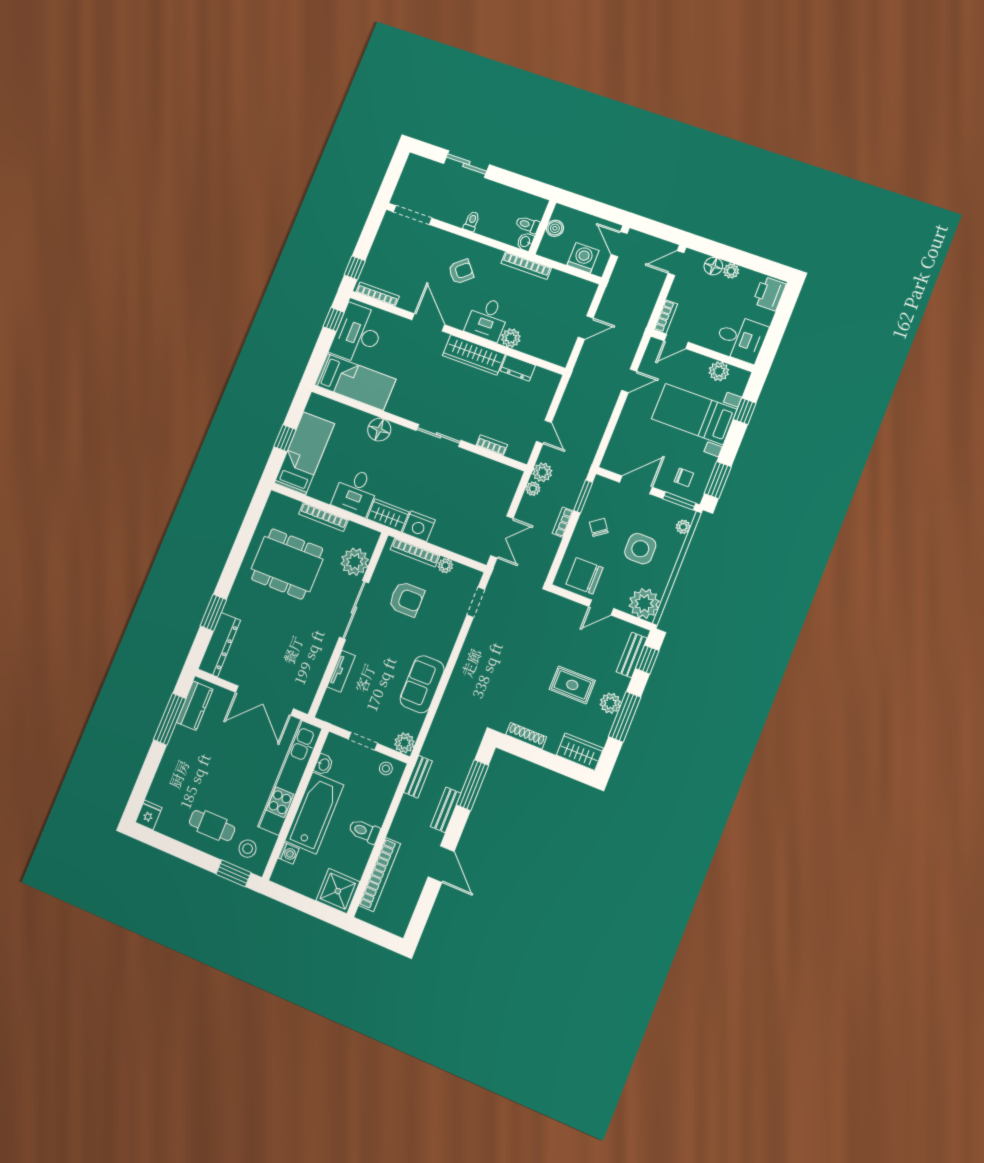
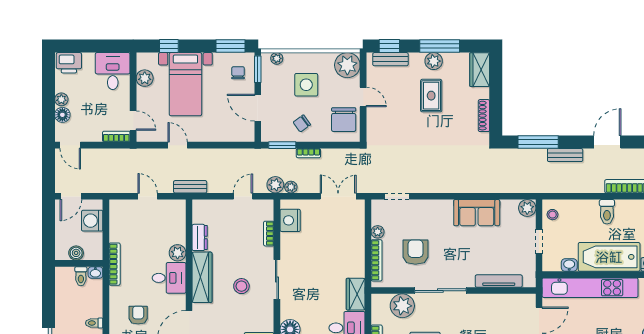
armchair: (461, 271) -> (138, 315), turned 40
stool: (447, 394) -> (241, 286), added
nightstand: (419, 526) -> (290, 220), moved, turned 180
tv unit: (341, 671) -> (499, 281), width x1.41
bench: (418, 777) -> (190, 187), moved

